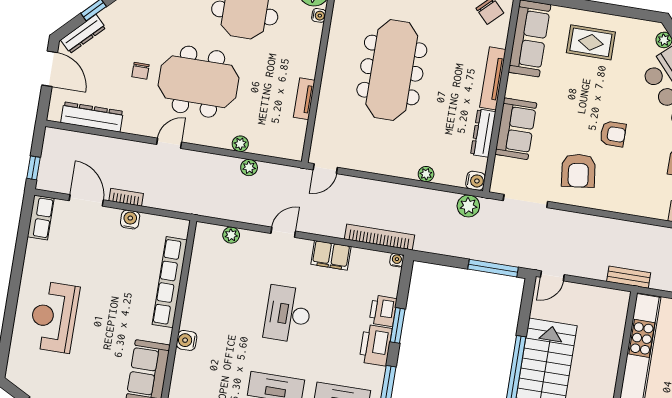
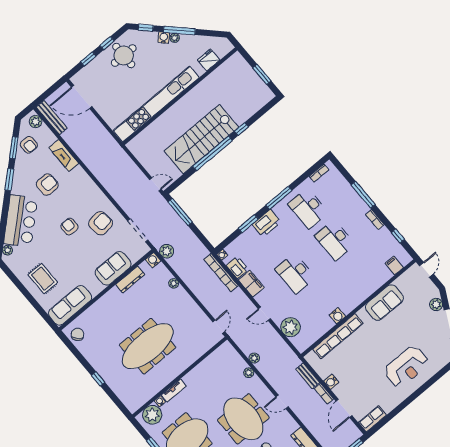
tv unit: (493, 78) -> (104, 301), removed
tv unit: (304, 99) -> (174, 391), moved
door: (325, 169) -> (219, 327), hinge flipped
plant: (231, 235) -> (291, 327), width x1.88, depth x1.88
bench: (629, 277) -> (308, 376), moved
printer: (383, 311) -> (237, 267), moved, turned -90
desk: (288, 314) -> (295, 273), turned 90
water cooler: (187, 340) -> (337, 316), moved

